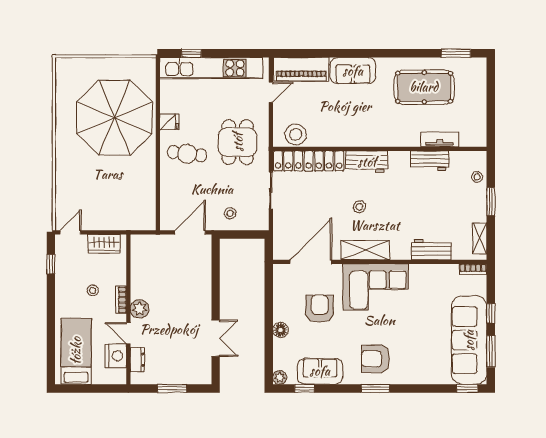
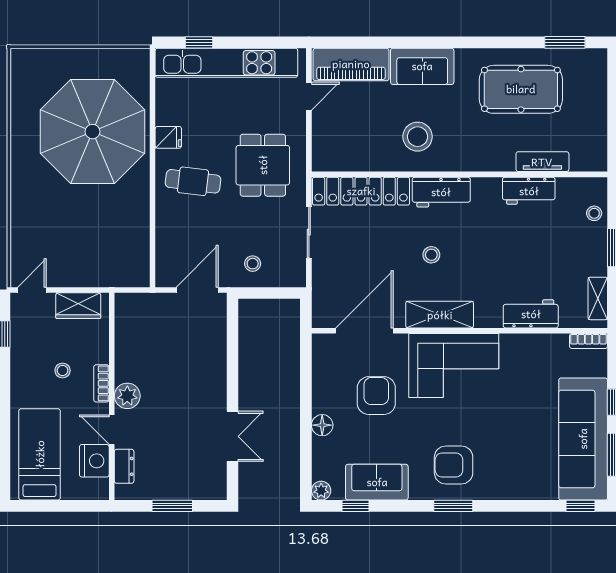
stool: (296, 134) -> (418, 137), moved

